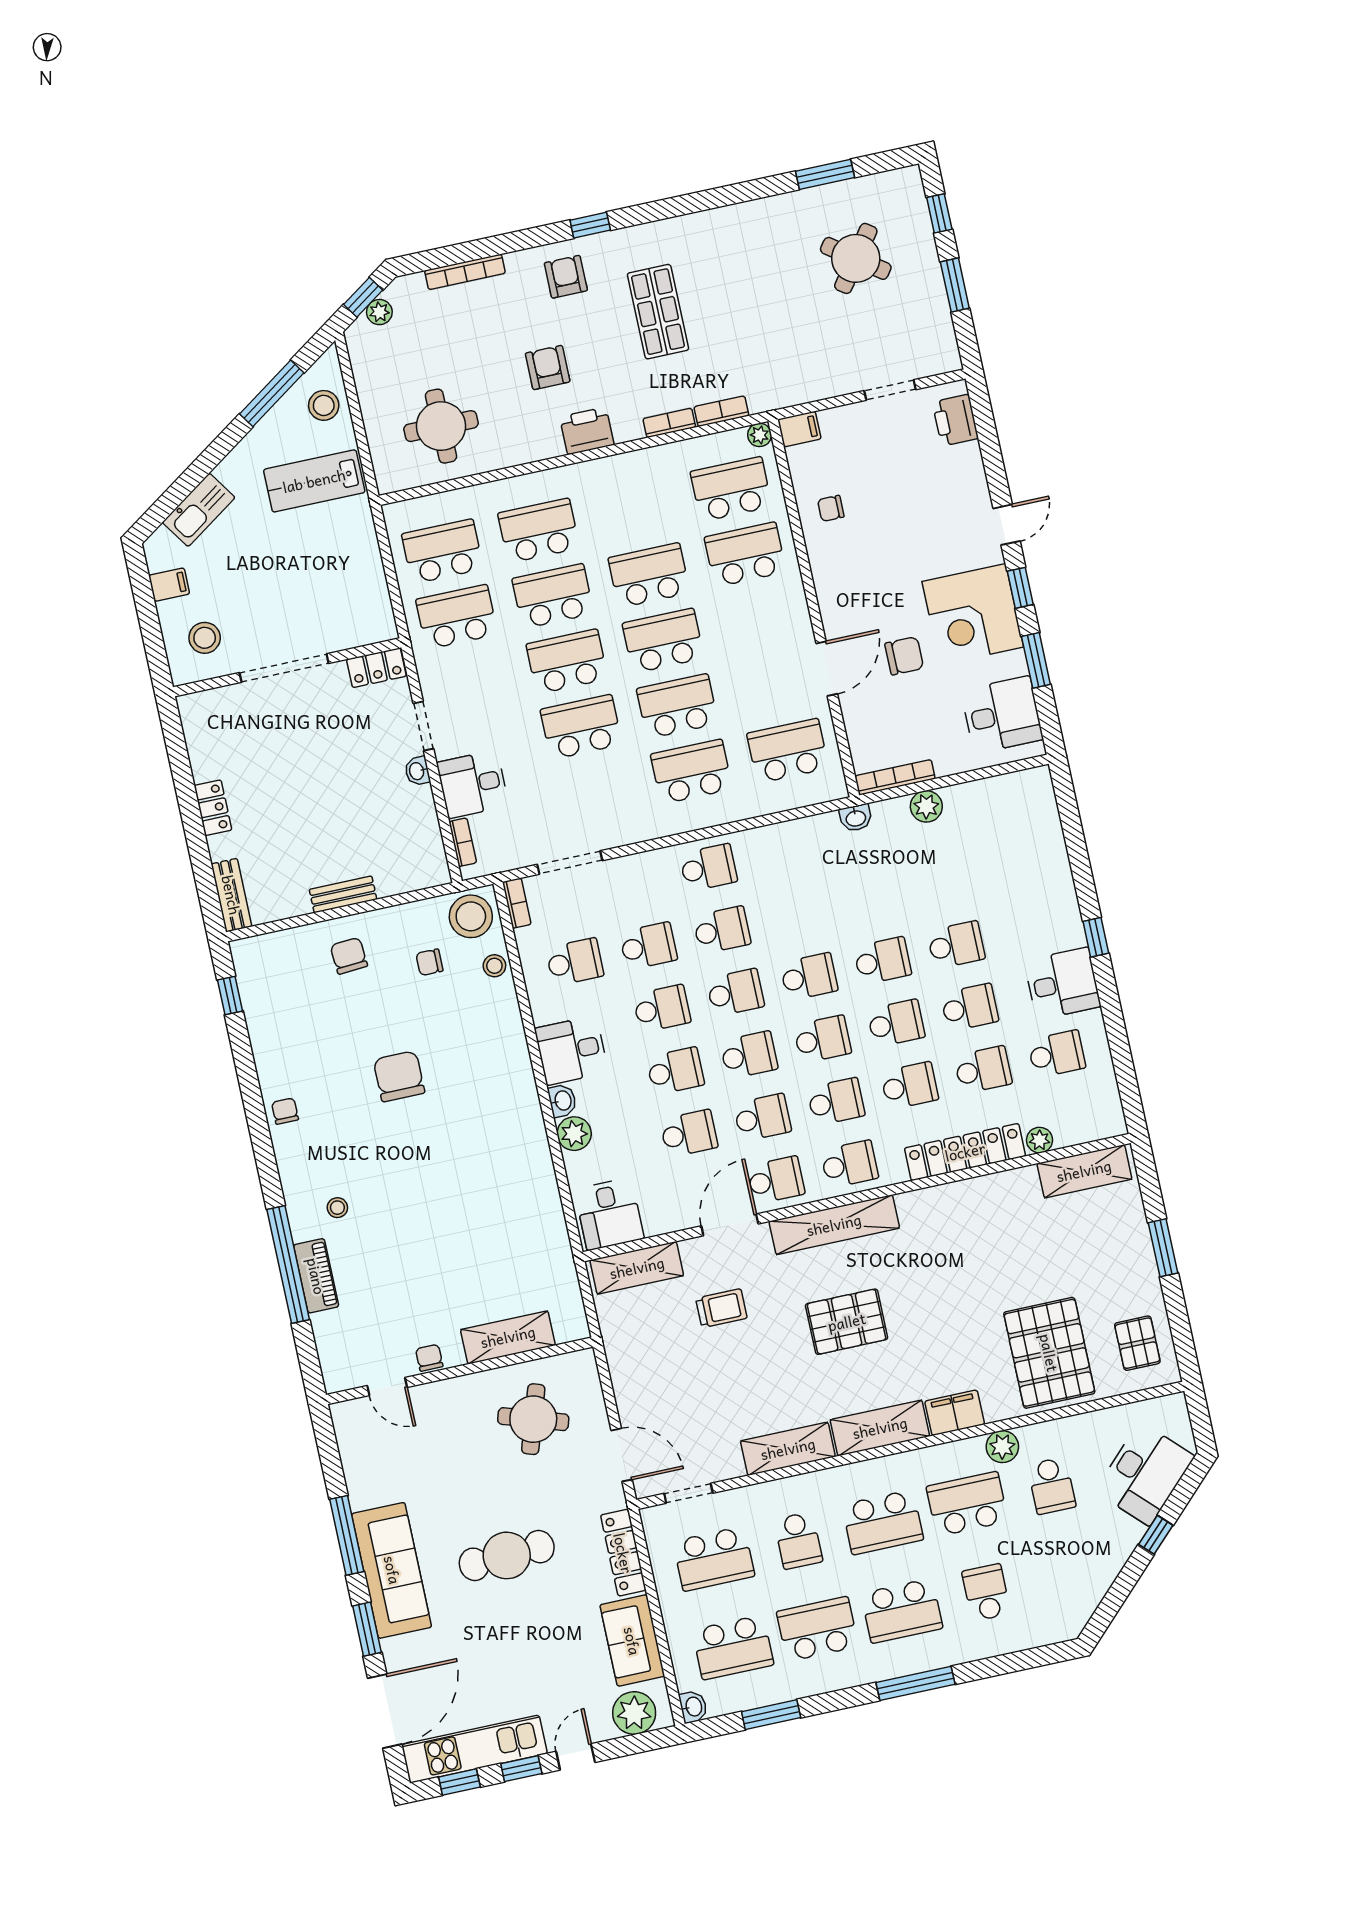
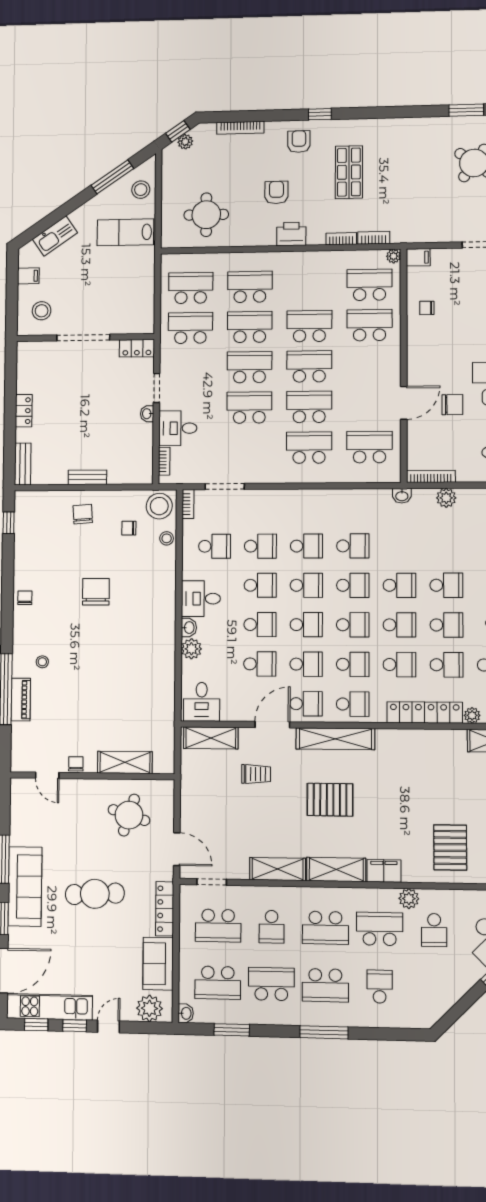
school desk: (708, 868) -> (353, 546), moved
pallet: (1049, 1353) -> (450, 847), width x0.73, depth x0.71

